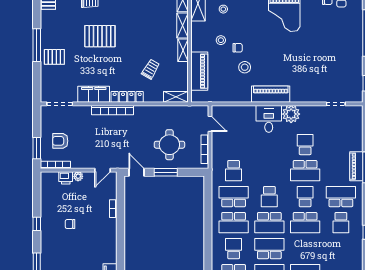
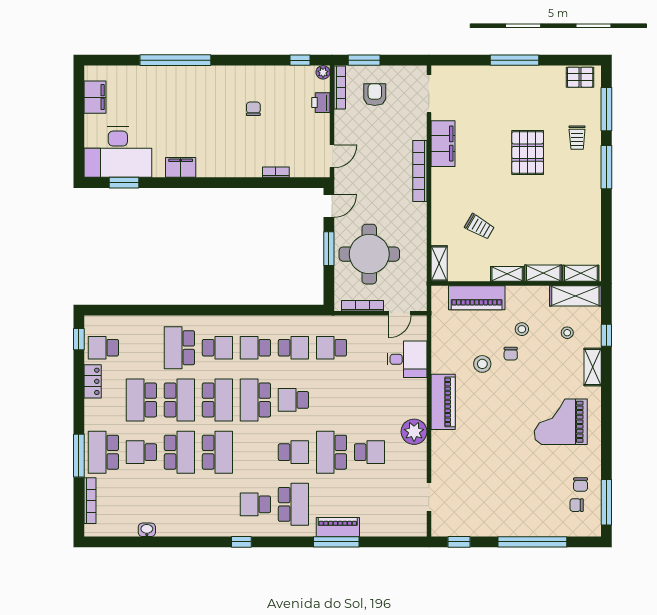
pallet: (54, 57) -> (497, 86), removed
locker: (127, 97) -> (439, 192), removed
desk: (269, 119) -> (407, 359), moved
round table: (169, 145) -> (369, 254), width x1.36, depth x1.36
door: (102, 170) -> (332, 156), swing flipped
plant: (78, 176) -> (323, 72), moved
school desk: (234, 197) -> (293, 348), width x0.54
school desk: (234, 223) -> (255, 348), width x0.54
school desk: (305, 223) -> (217, 452), moved, turned 180
window: (37, 224) -> (300, 60), moved

